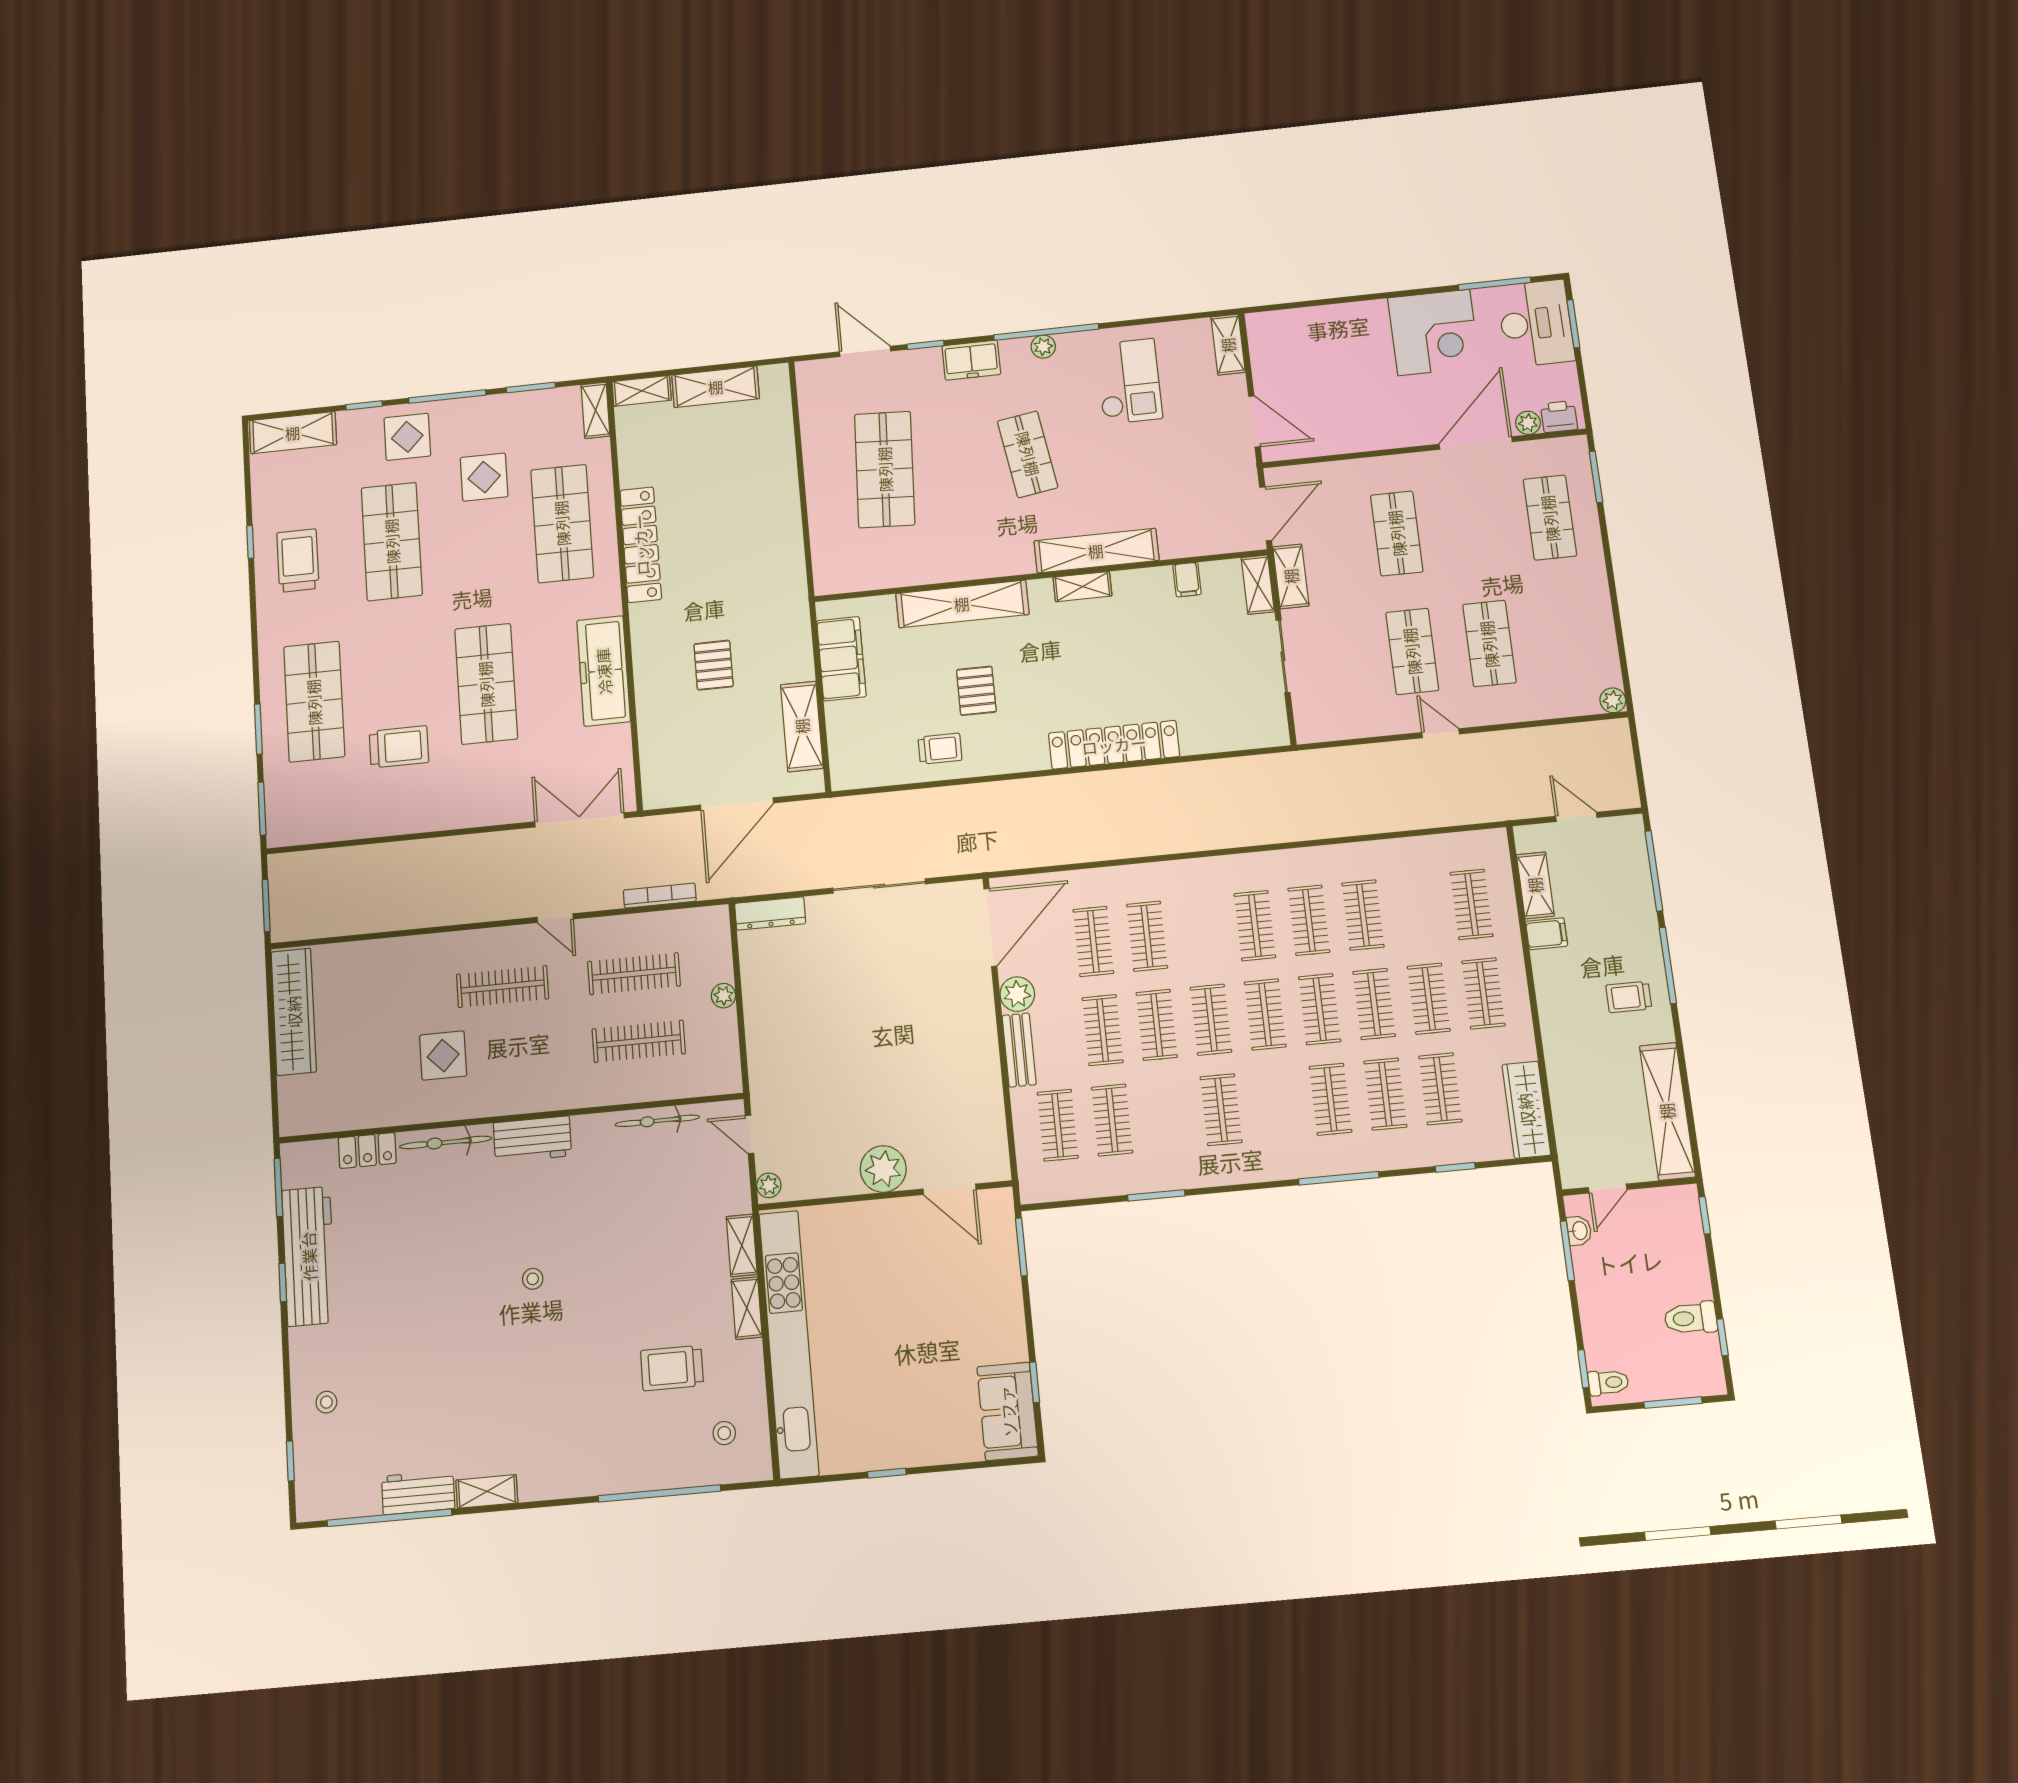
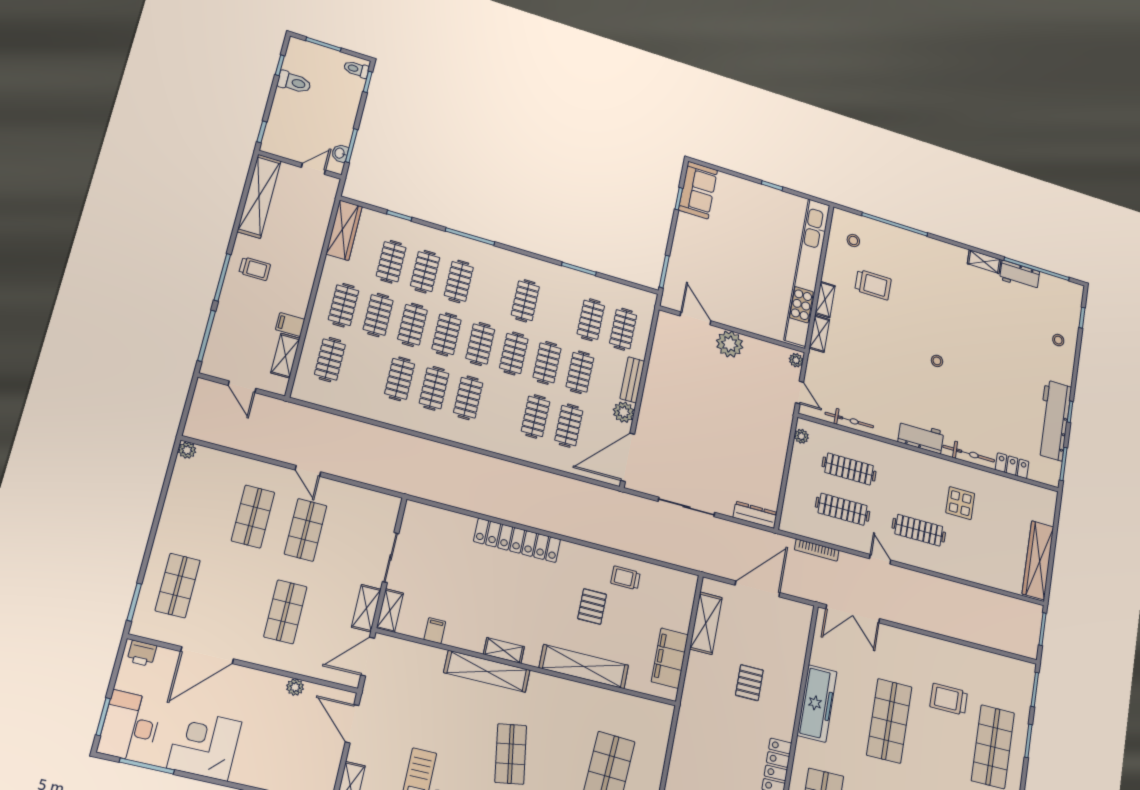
plant: (1528, 423) -> (295, 687), moved
plant: (723, 996) -> (801, 436), moved

